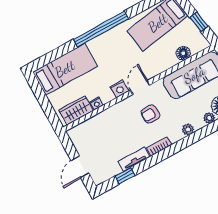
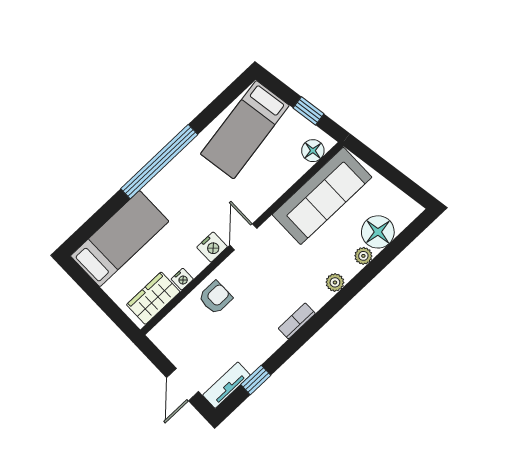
floor lamp: (183, 53) -> (313, 151), moved
armchair: (150, 114) -> (216, 298), moved, turned 180
tv unit: (134, 159) -> (227, 385), moved

